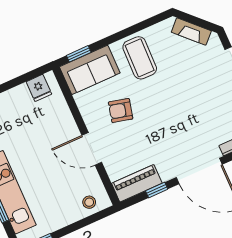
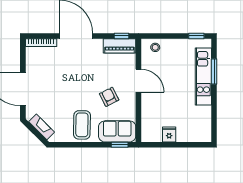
fridge: (39, 88) -> (169, 134), moved
armchair: (121, 110) -> (109, 97), turned -131
window: (157, 190) -> (121, 36), moved

